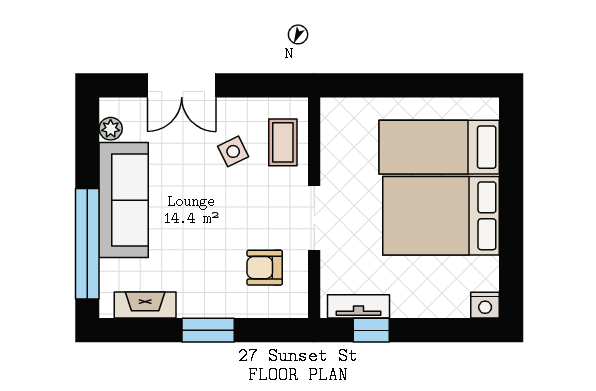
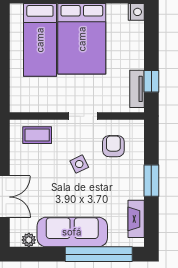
side table: (233, 151) -> (79, 164), moved
doorway: (314, 218) -> (83, 116), width x0.73
armchair: (265, 268) -> (113, 146), turned 180

